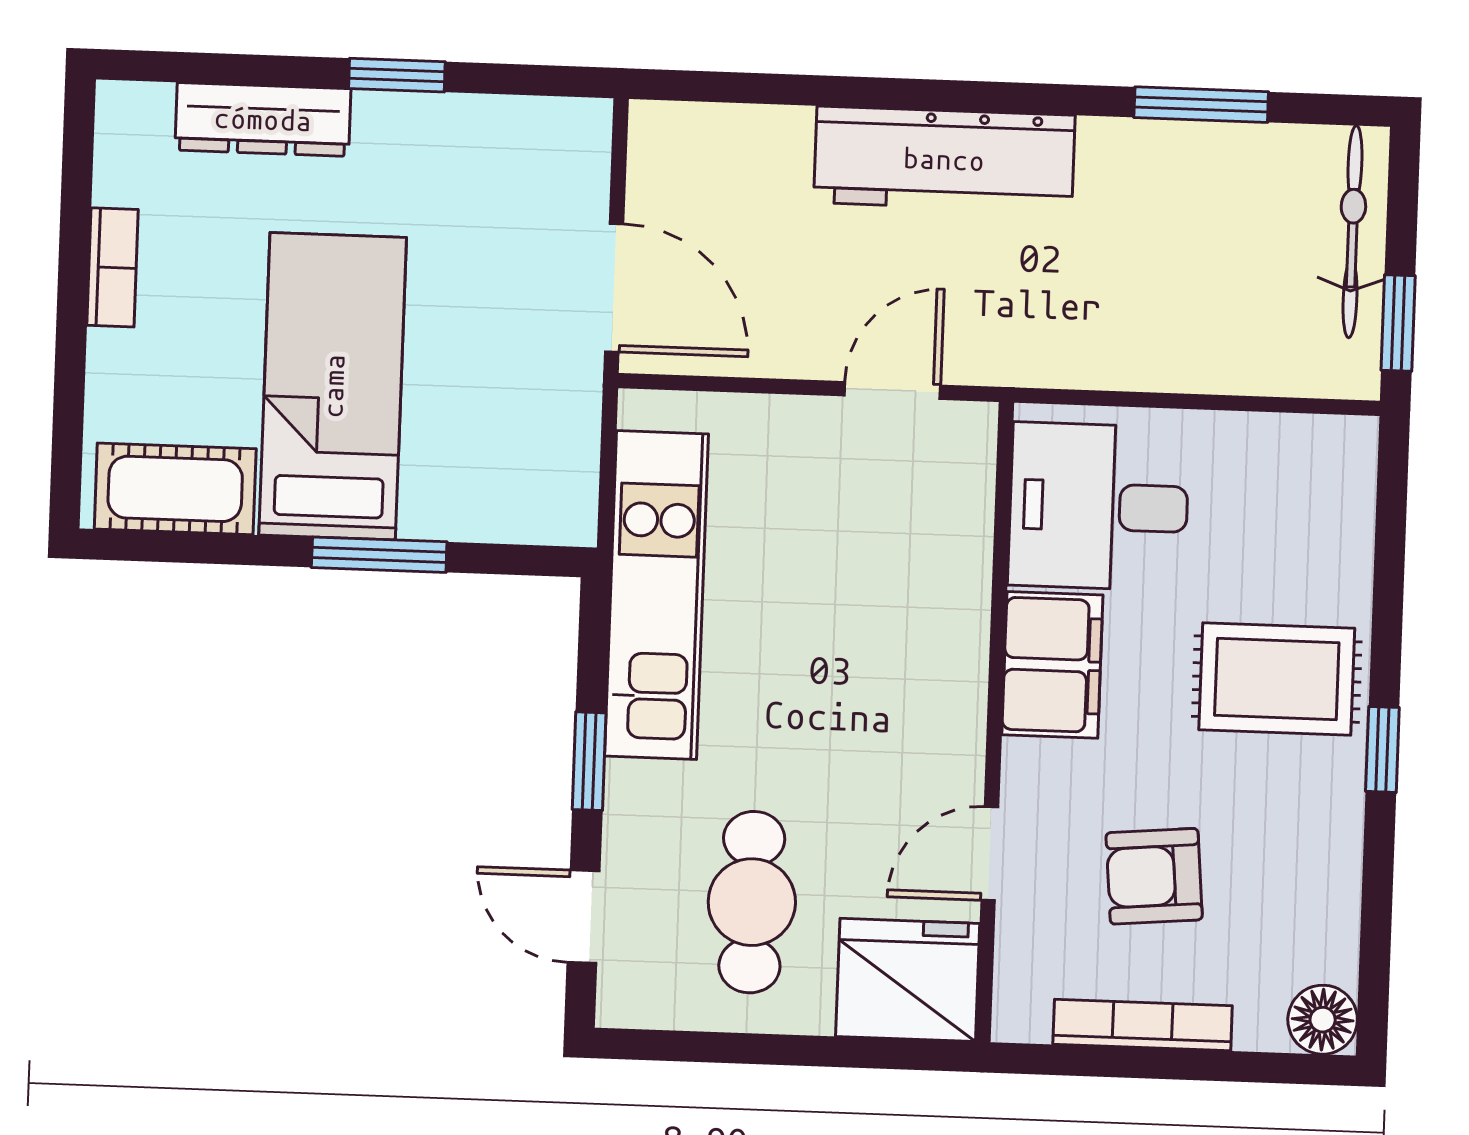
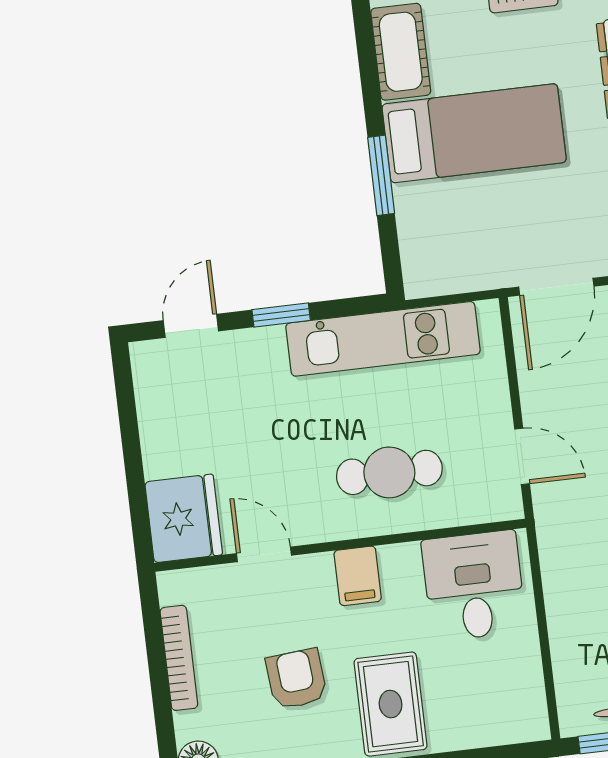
filing cabinet: (1052, 665) -> (358, 576), width x0.50
armchair: (1154, 876) -> (296, 679), moved
cafe table: (752, 902) -> (389, 472), moved

